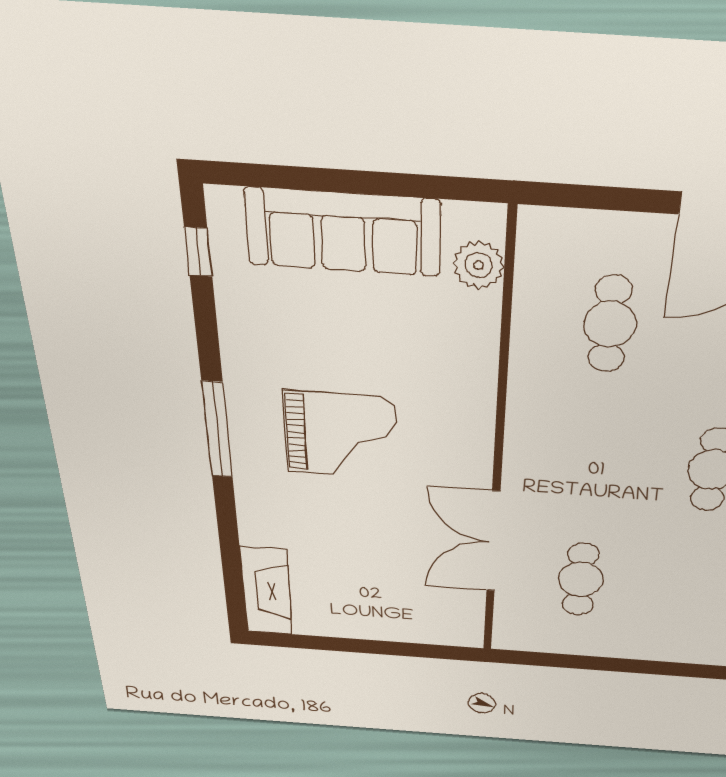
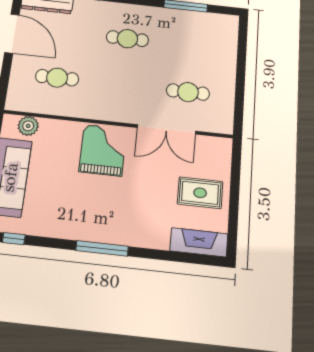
grand piano: (341, 435) -> (103, 150), moved
rug: (365, 595) -> (200, 193), added

